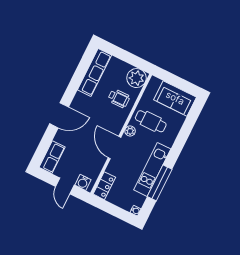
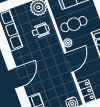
door: (114, 148) -> (69, 62), swing flipped

